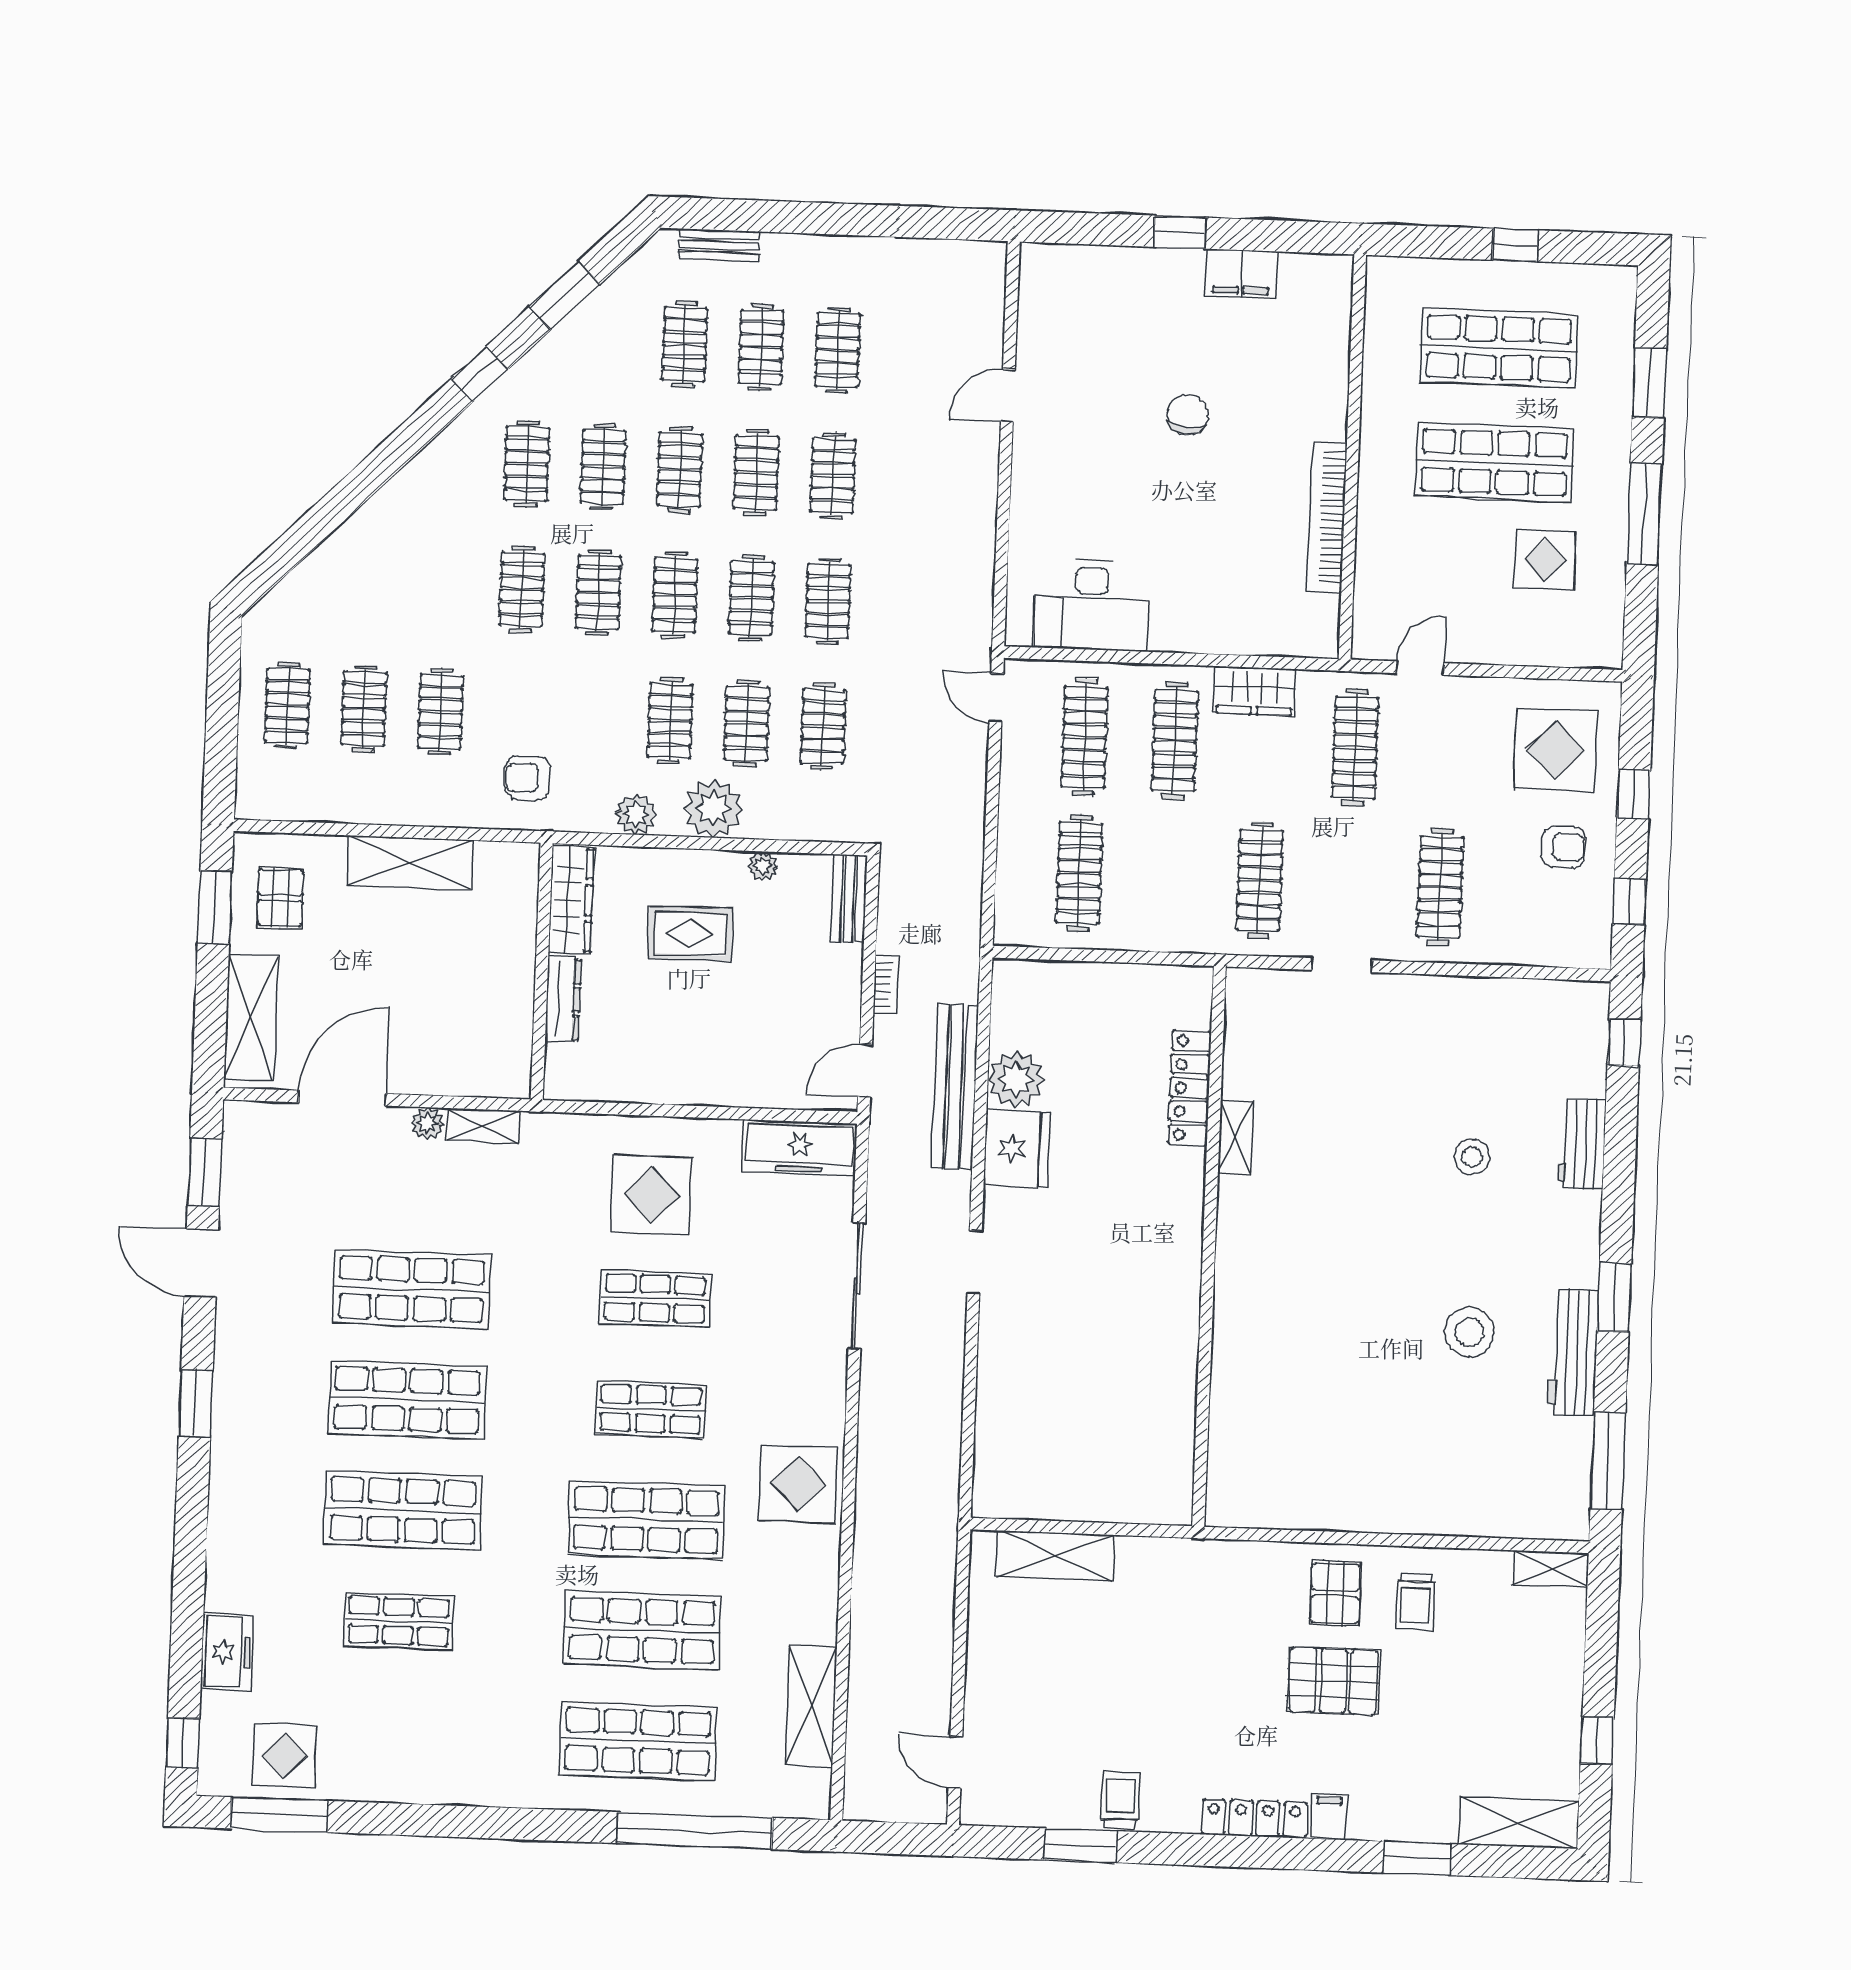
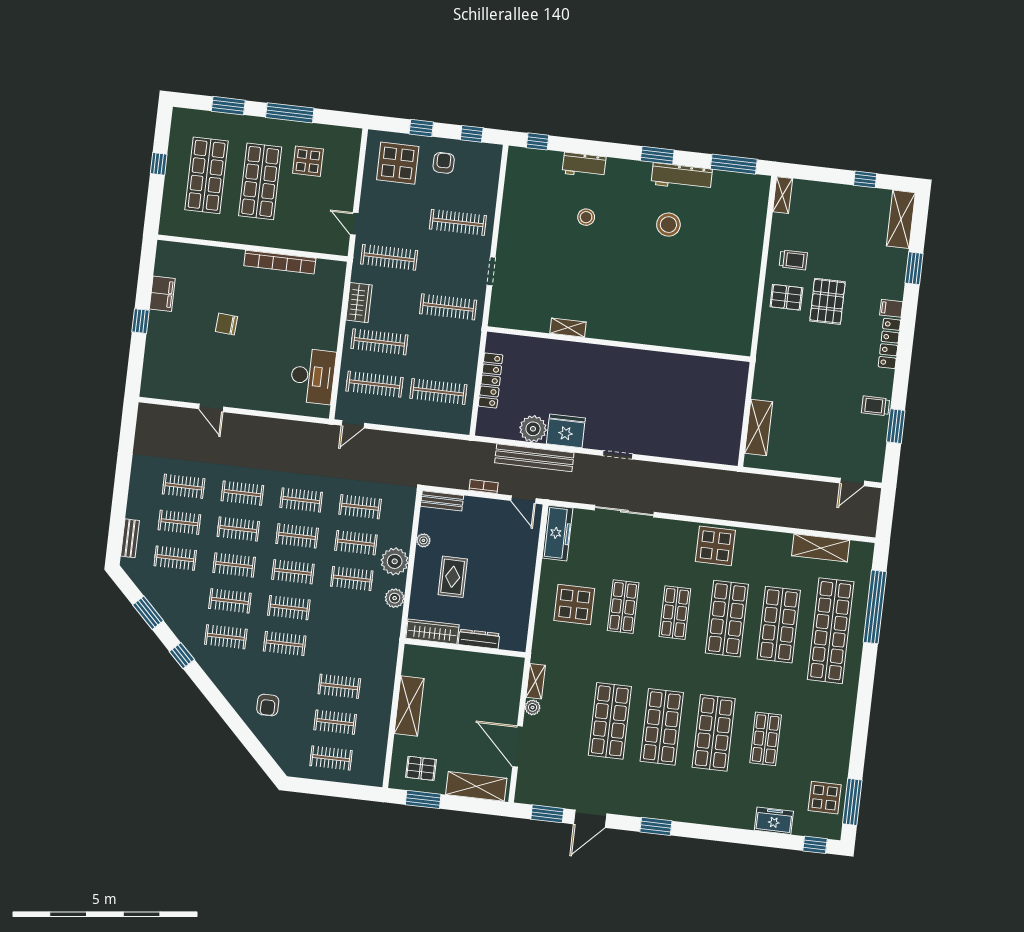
armchair: (527, 778) -> (268, 705), moved
locker: (1190, 1088) -> (491, 380), moved, turned -90
shop shelf: (638, 1741) -> (831, 631), width x1.40

